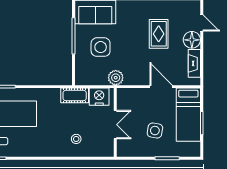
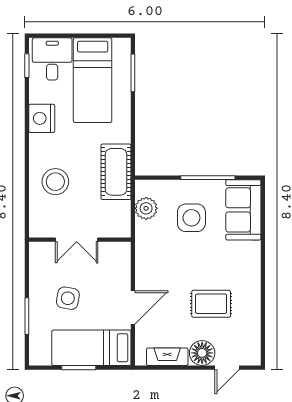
plant: (116, 78) -> (146, 208), moved
cot: (75, 95) -> (116, 172), width x1.37, depth x1.34
nightstand: (99, 97) -> (42, 118), moved, turned 180
stool: (76, 139) -> (55, 182), width x1.89, depth x1.89

